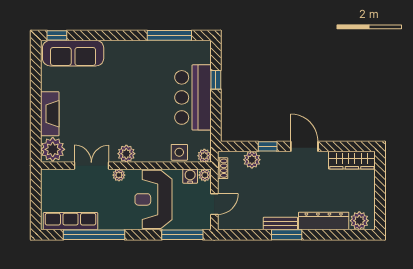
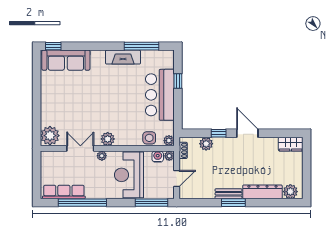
fireplace: (50, 114) -> (123, 57), moved, turned 90
wardrobe: (352, 160) -> (291, 144), width x0.67

